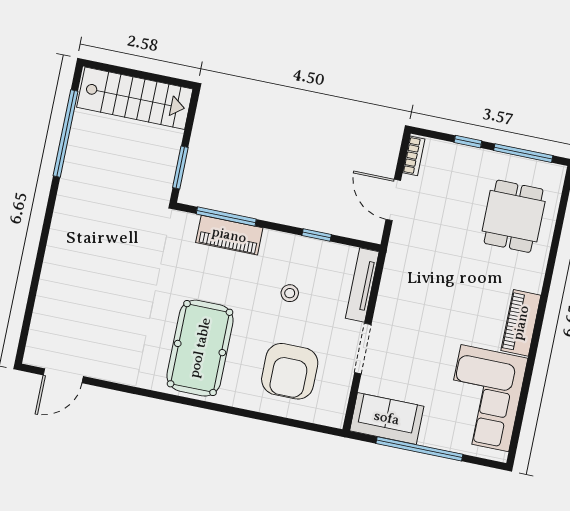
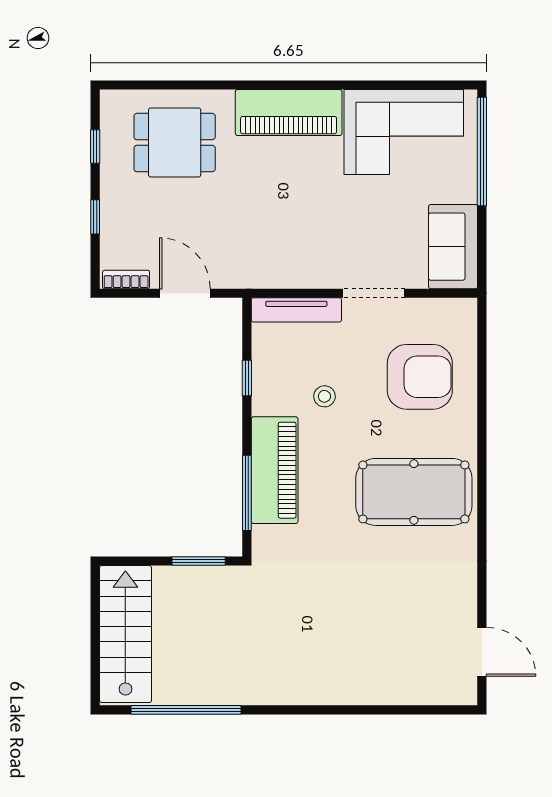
window: (523, 153) -> (95, 146), width x0.46
door: (393, 200) -> (185, 293), swing flipped
piano: (229, 235) -> (275, 470), width x1.37, depth x1.33
piano: (521, 323) -> (289, 113), width x1.37, depth x1.33
window: (419, 449) -> (482, 152), moved

